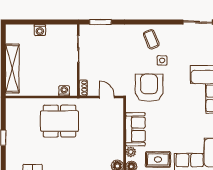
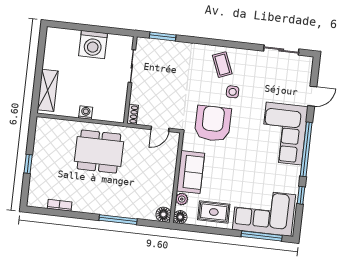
washing machine: (40, 30) -> (93, 45), width x1.89, depth x1.89
shelving: (12, 68) -> (48, 90), width x0.68
washing machine: (64, 91) -> (86, 113), moved
door: (107, 97) -> (160, 129), swing flipped

